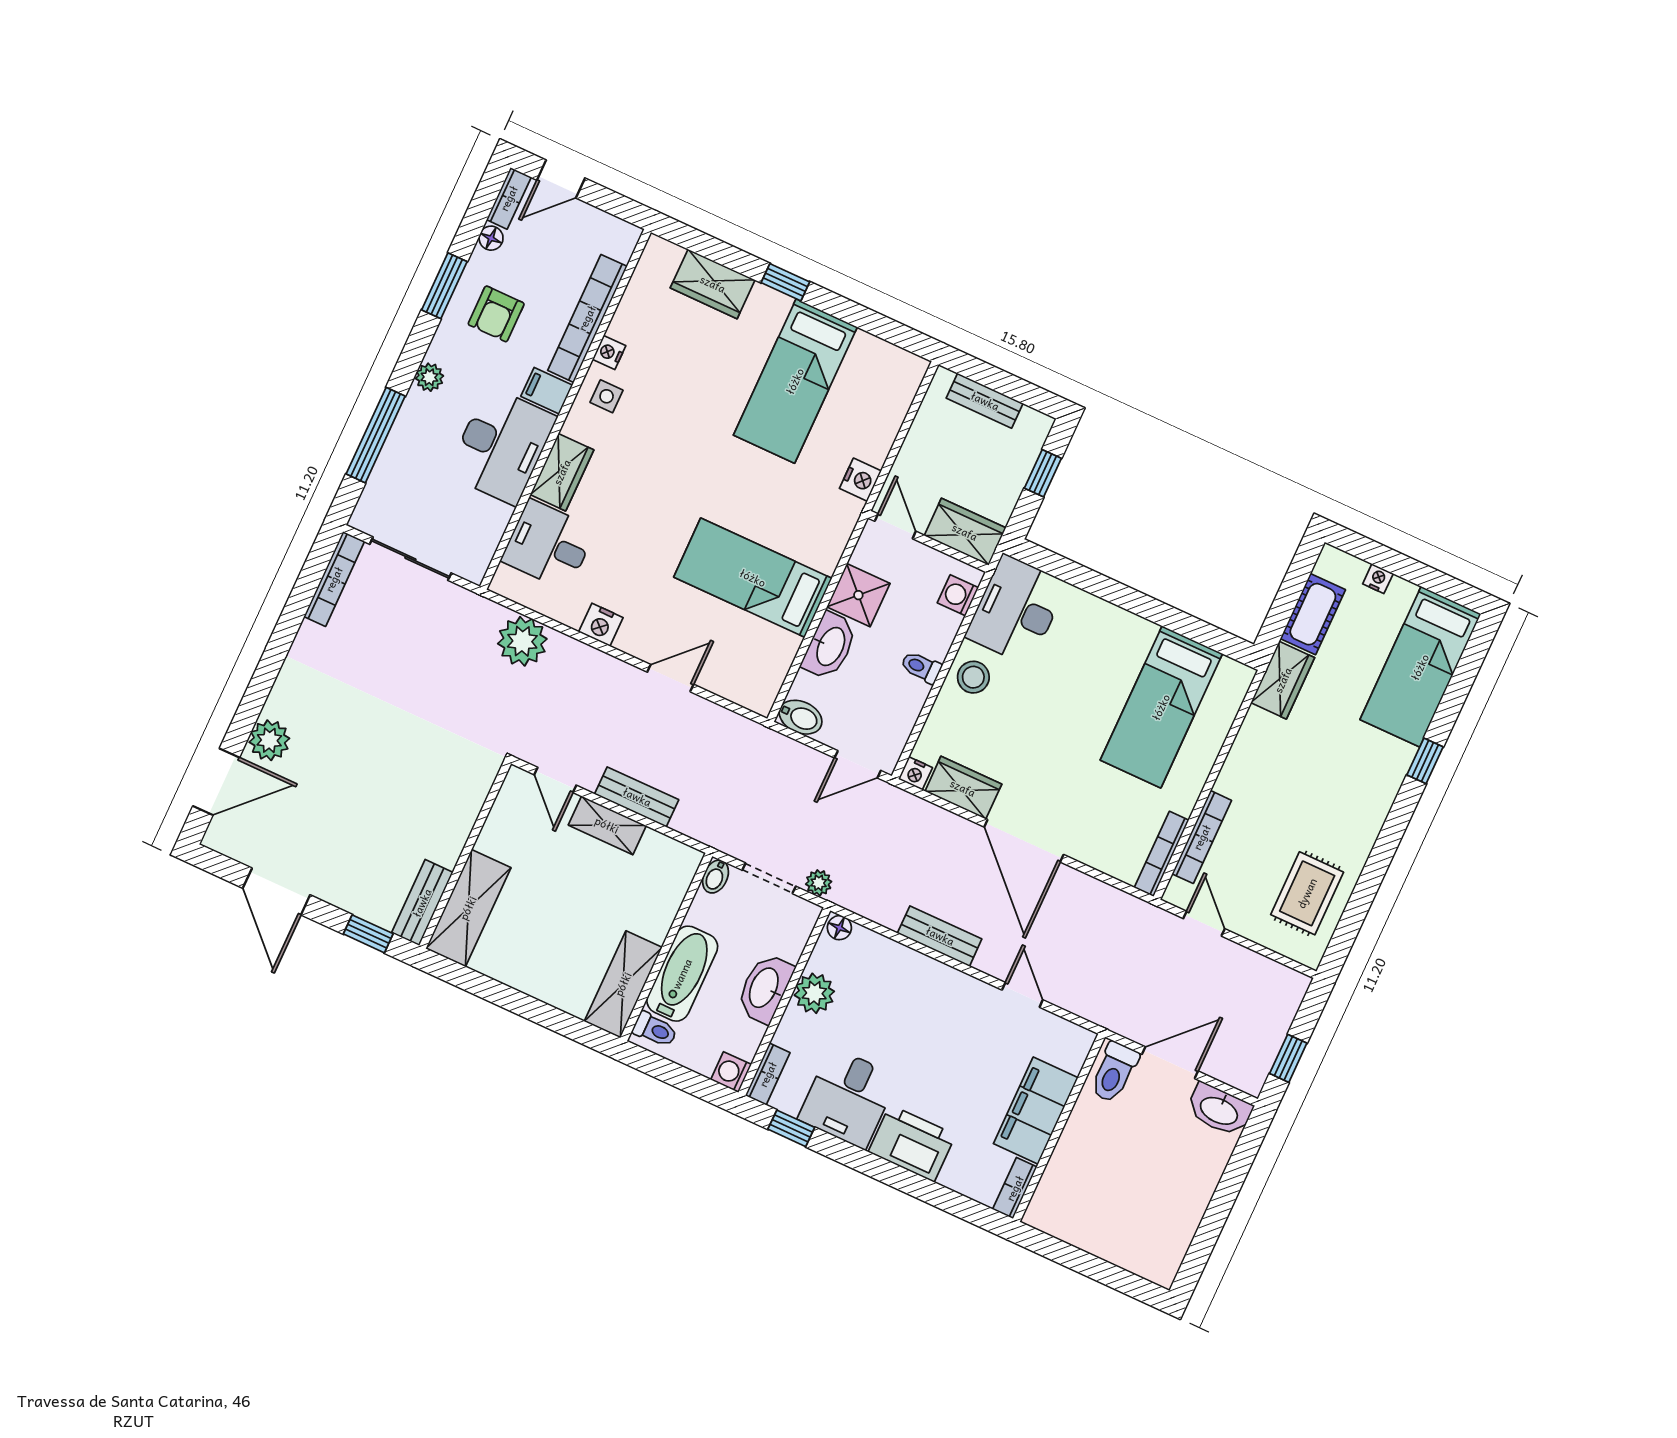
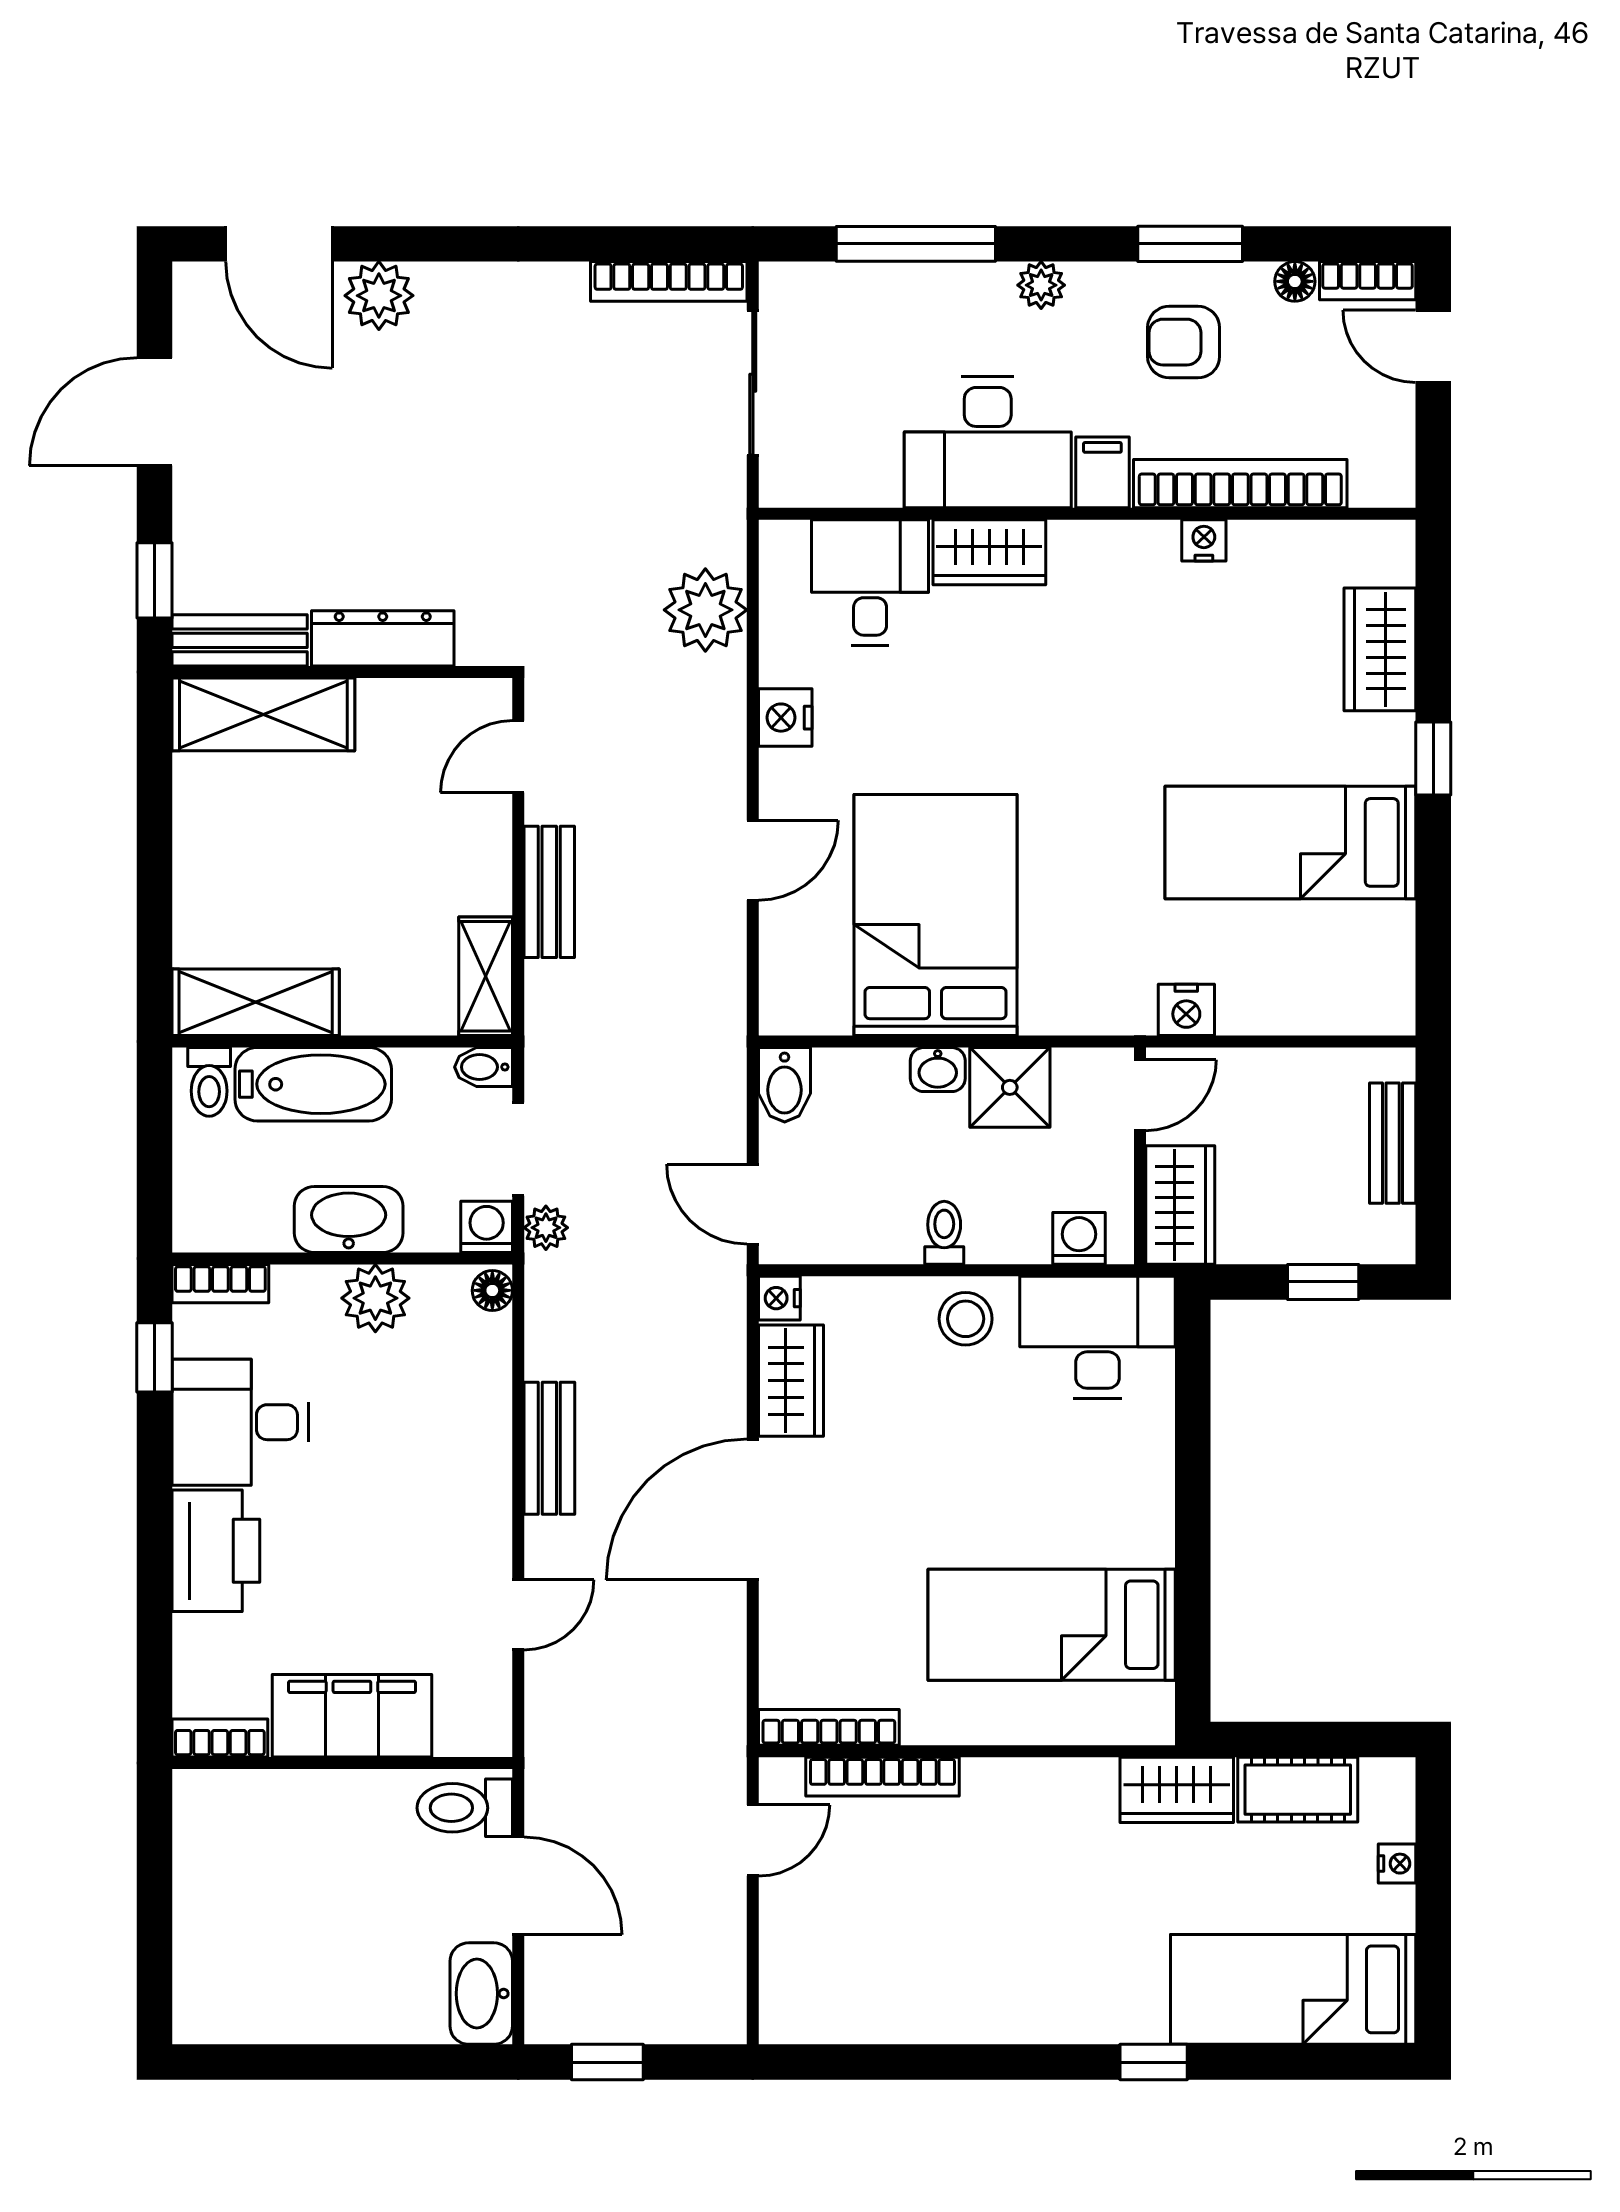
side table: (607, 396) -> (1136, 567), removed
bed: (753, 578) -> (936, 915), width x1.50
washbasin: (830, 646) -> (938, 1070), width x0.52, depth x0.69
door: (670, 678) -> (753, 860), hinge flipped
dresser: (457, 824) -> (383, 638), added
shelving: (607, 825) -> (486, 976), moved
rug: (1307, 893) -> (871, 1976), removed
washing machine: (731, 1072) -> (487, 1227), moved

